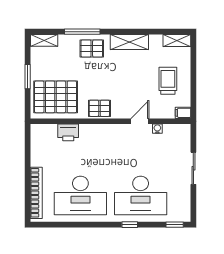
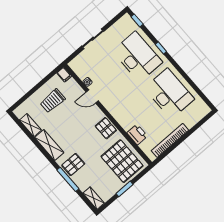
shelving: (177, 40) -> (30, 125), moved
pallet: (92, 49) -> (73, 165), turned 90
bookcase: (36, 193) -> (170, 140), moved

